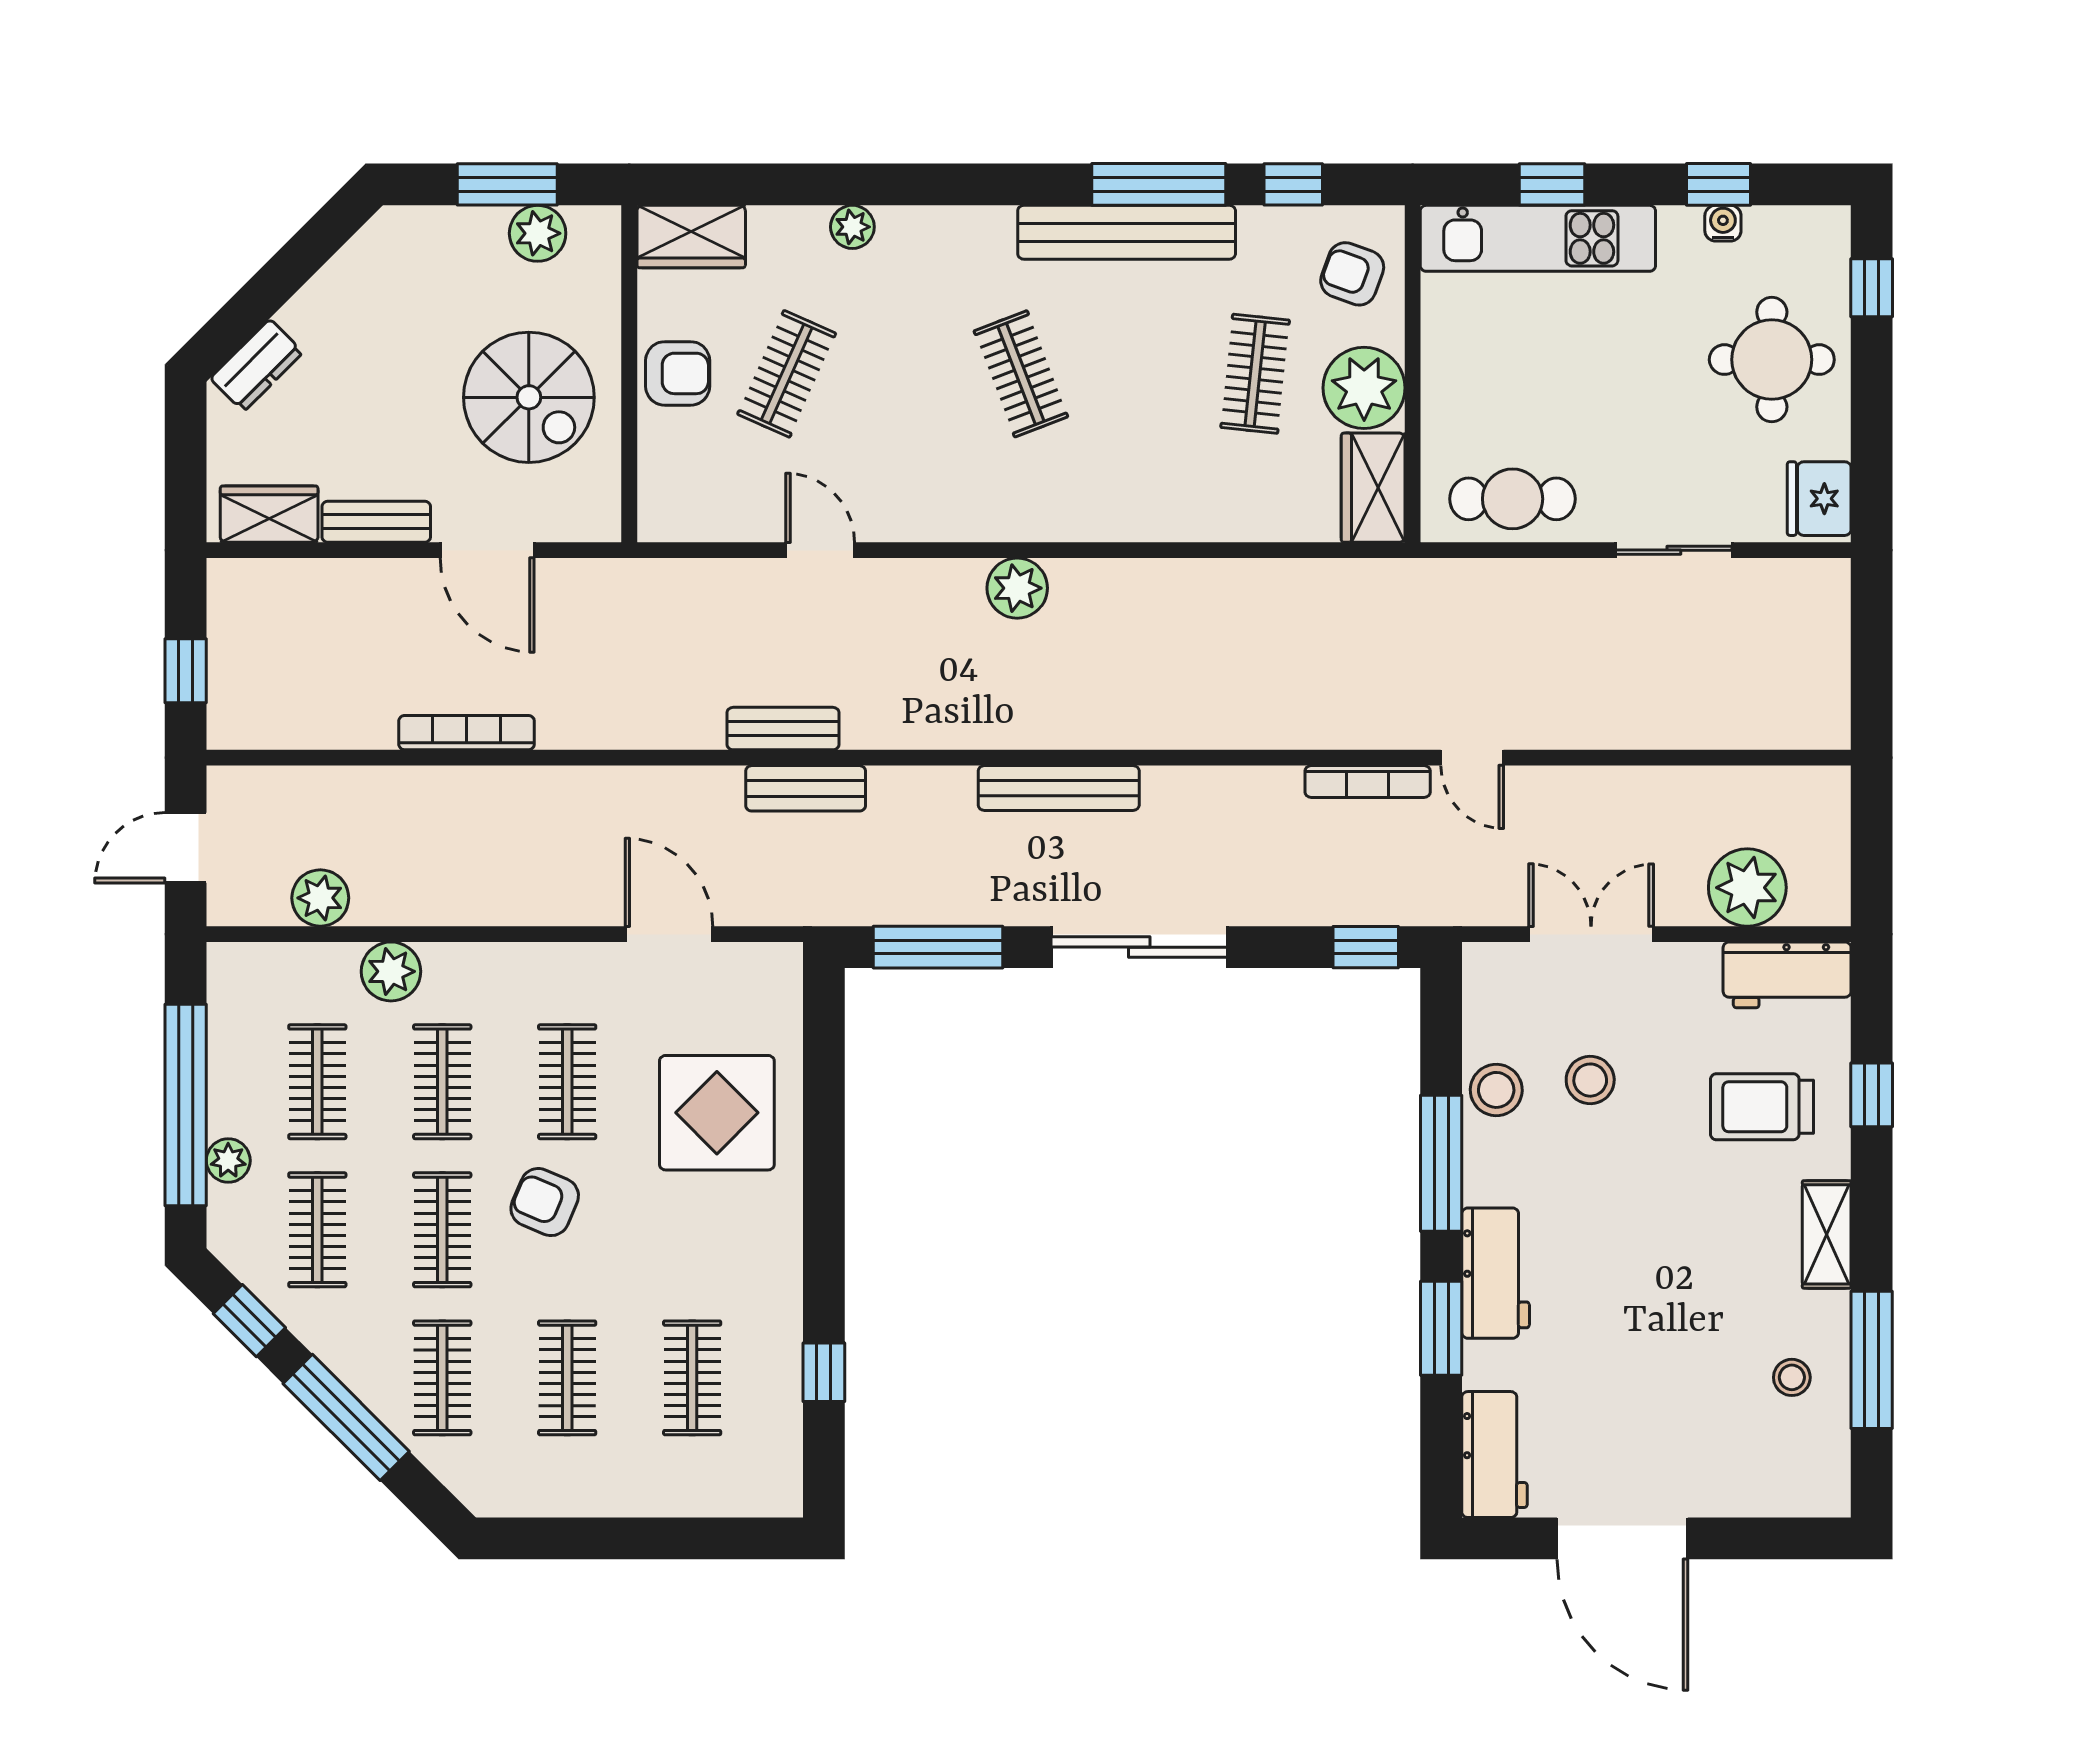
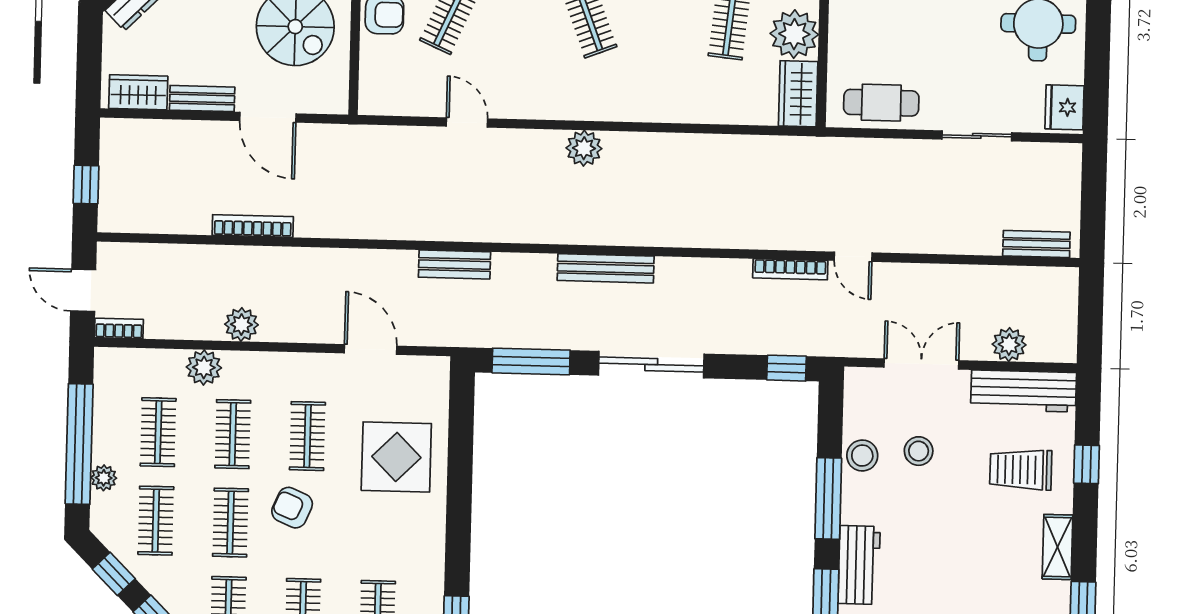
bench: (783, 729) -> (1036, 244), moved
door: (186, 848) -> (83, 290), hinge flipped
plant: (1747, 888) -> (1009, 345), width x0.73, depth x0.73
plant: (320, 898) -> (241, 324), moved
bookcase: (247, 910) -> (119, 328), added
workbench: (1787, 975) -> (1024, 391), width x1.38

